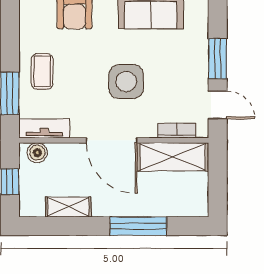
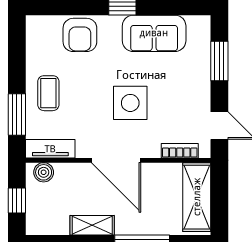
window: (218, 59) -> (219, 61), moved
shelving: (173, 157) -> (197, 197), moved, turned 90
shelving: (68, 207) -> (92, 225), moved

